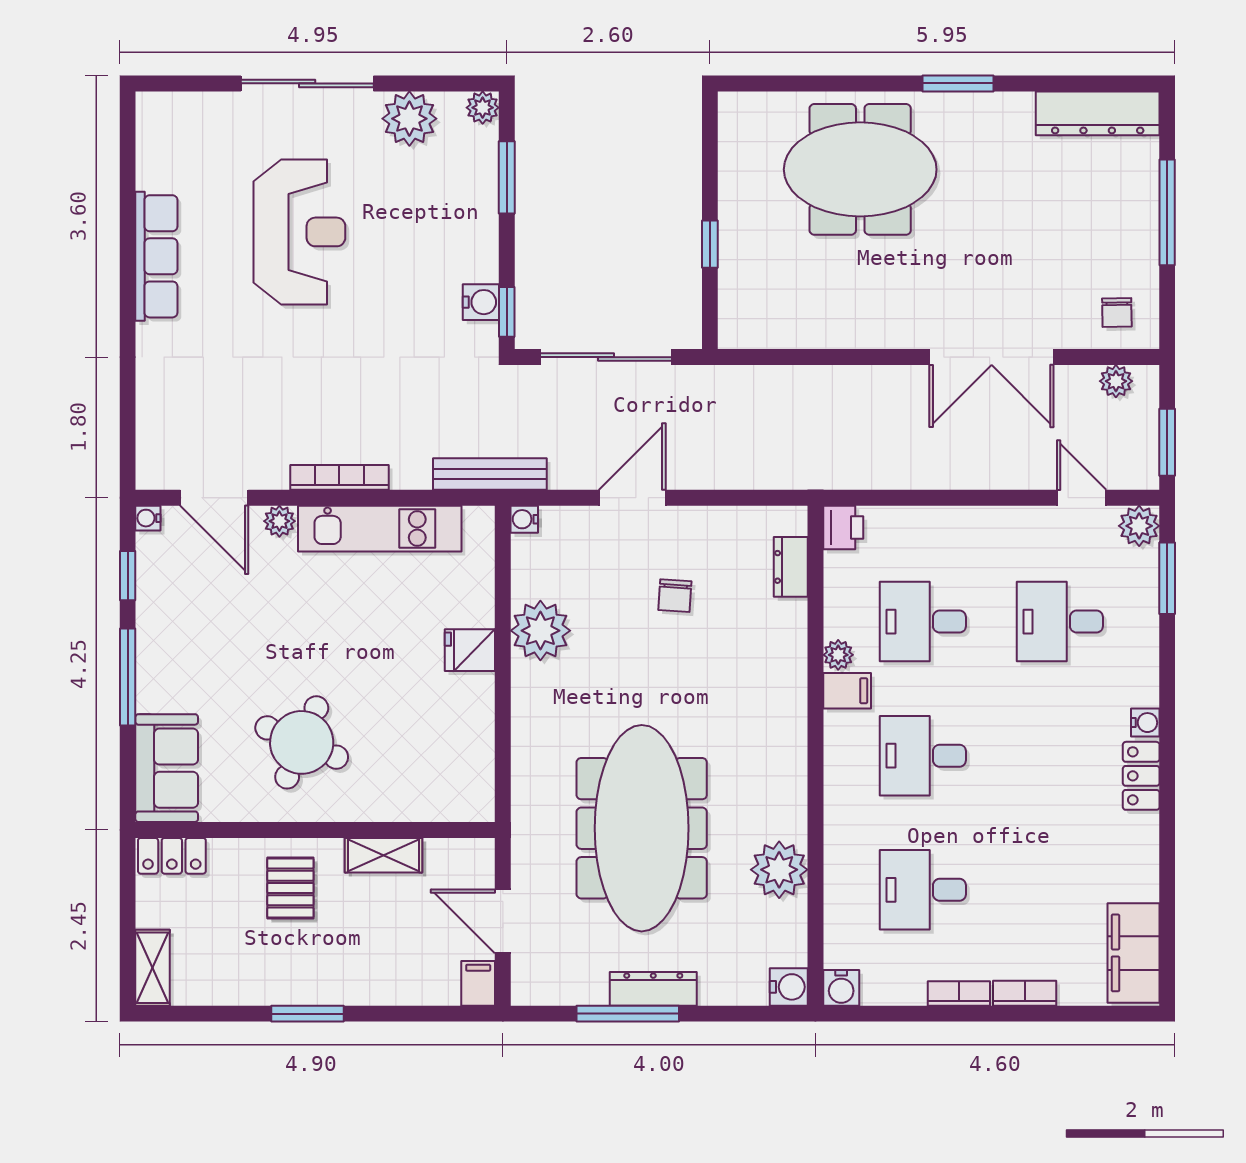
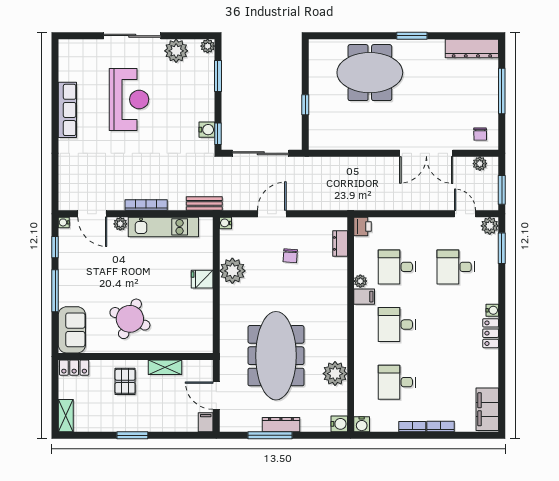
bench: (490, 474) -> (204, 204), width x0.73

